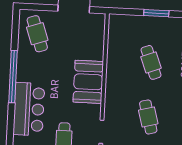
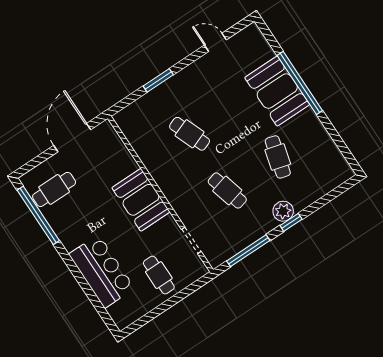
cafe table: (37, 34) -> (54, 189), turned -71
window: (13, 77) -> (38, 215), moved

